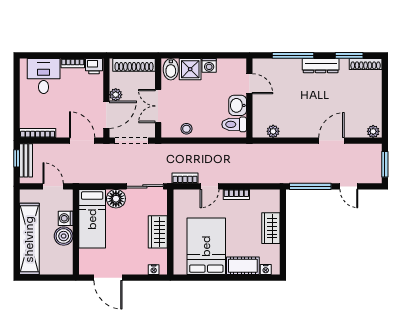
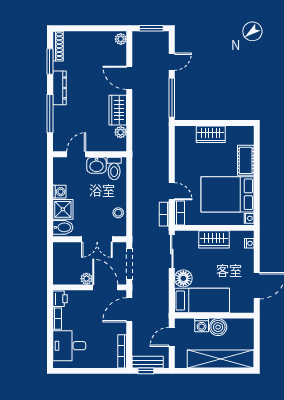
shoe rack: (134, 65) -> (59, 262), removed
wardrobe: (297, 128) -> (118, 110), added
bookcase: (236, 195) -> (179, 213), moved
nightstand: (266, 269) -> (249, 218), moved

